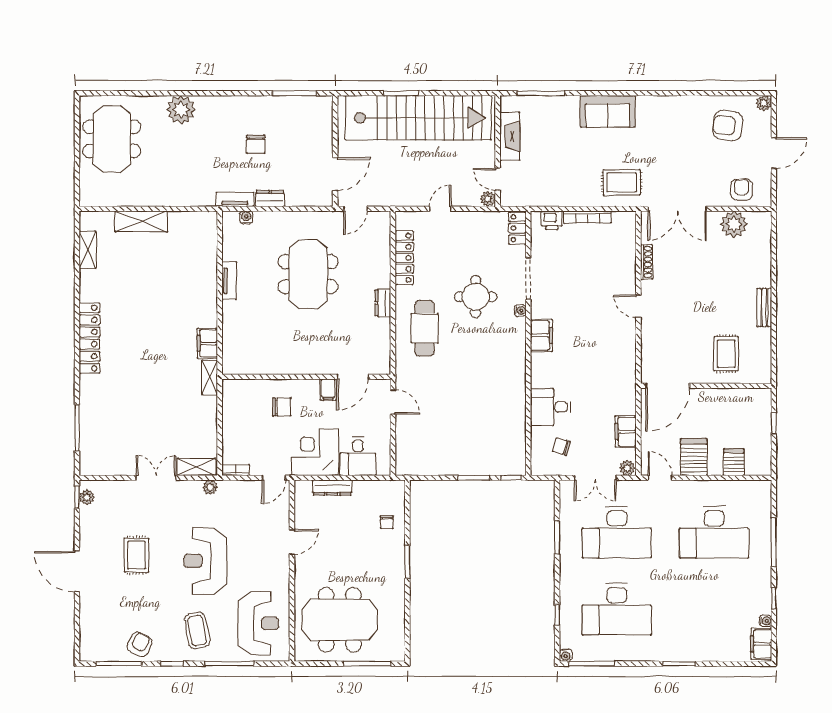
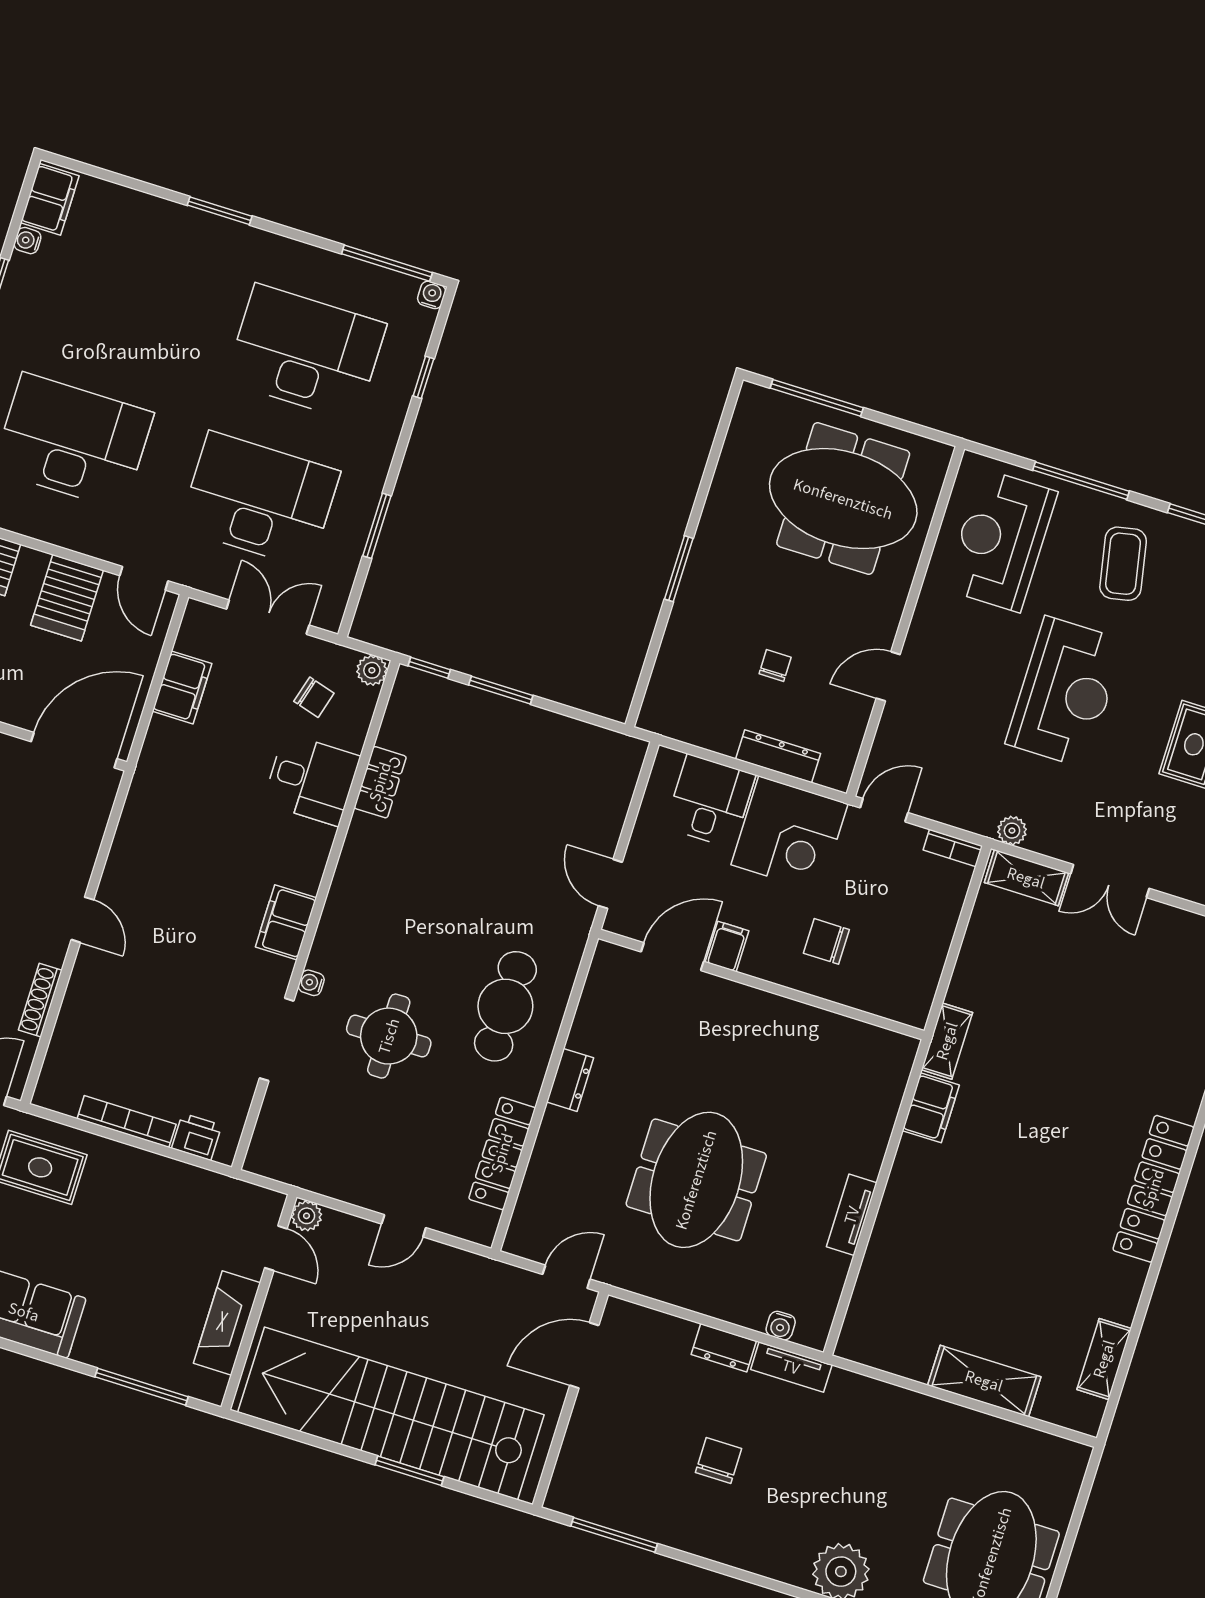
locker: (517, 228) -> (380, 782), moved
plant: (627, 468) -> (372, 670), moved
chair: (387, 522) -> (775, 665), moved

